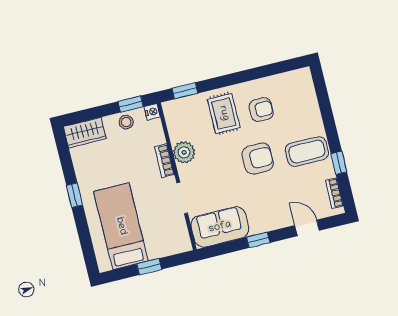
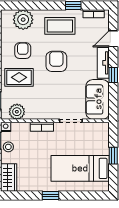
plant: (303, 100) -> (23, 20), added
plant: (184, 152) -> (17, 112), moved
coffee table: (307, 152) -> (60, 26), turned 90
tv unit: (271, 222) -> (103, 63), added

